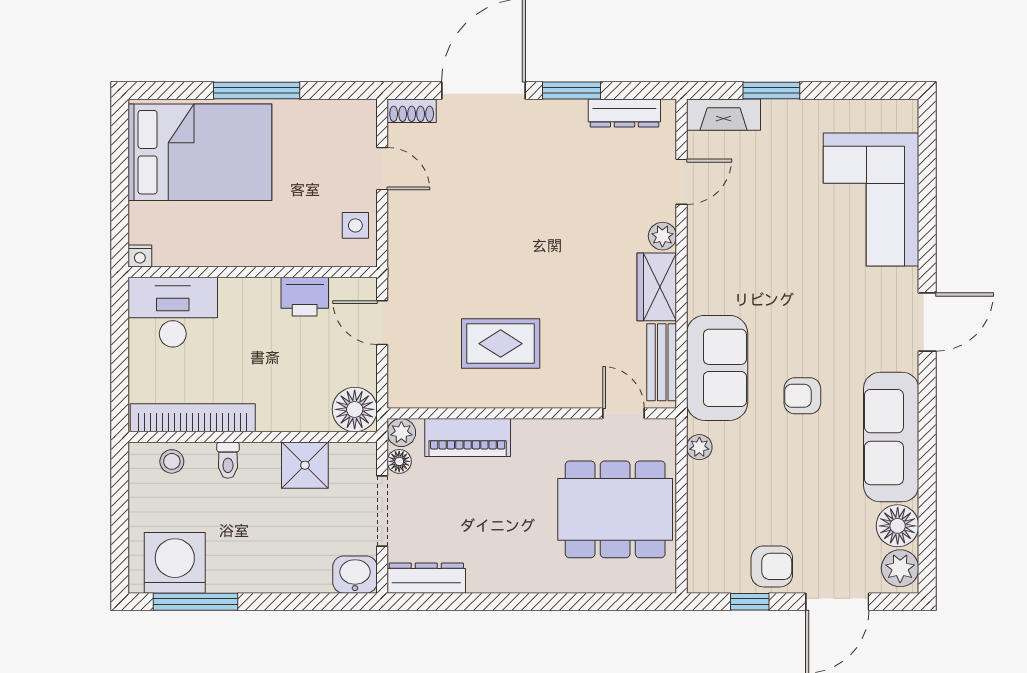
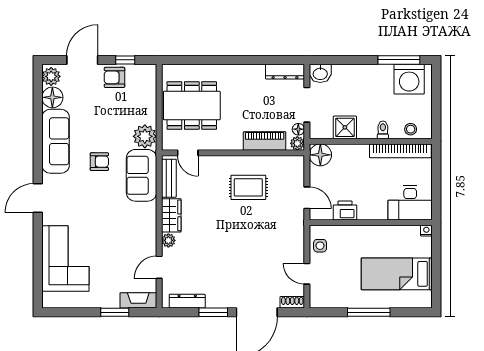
bed: (200, 152) -> (397, 274), width x0.67
plant: (699, 447) -> (145, 136), width x1.87, depth x1.87

